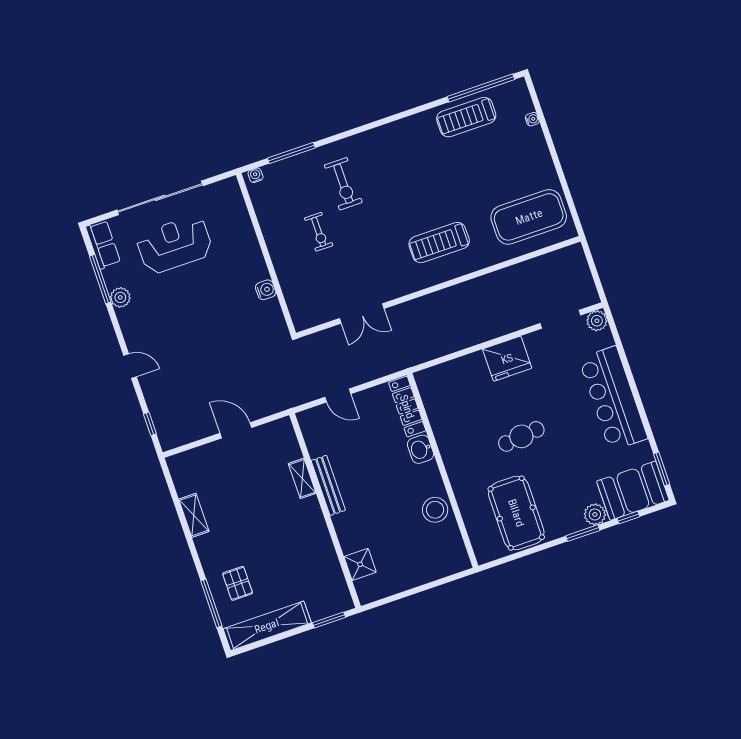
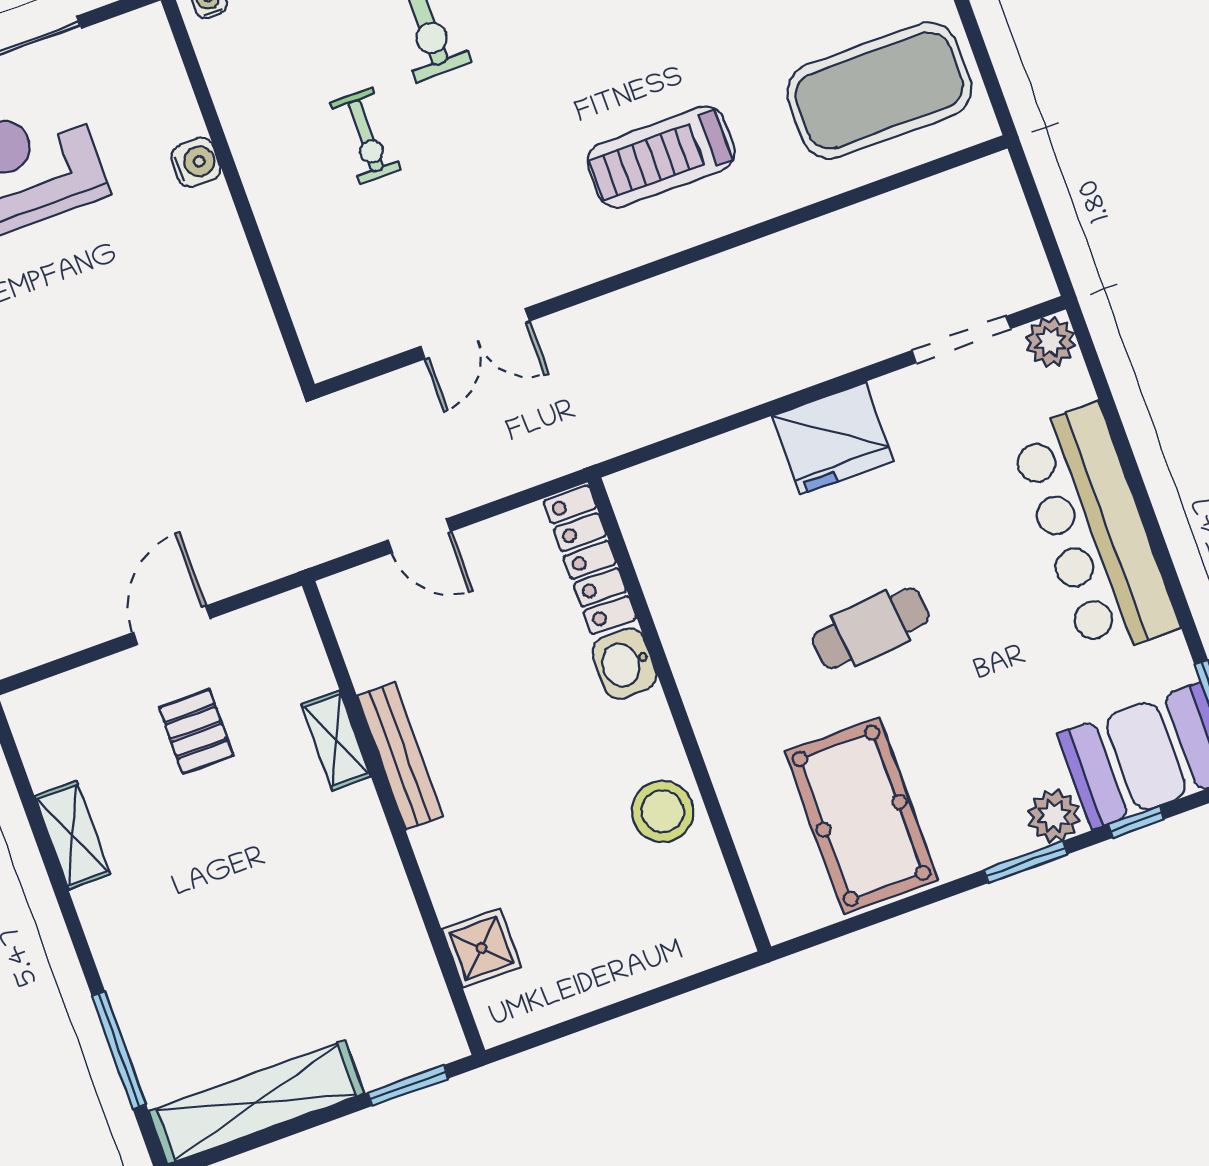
water cooler: (266, 290) -> (196, 163), moved
door: (236, 430) -> (172, 625), hinge flipped
pallet: (238, 583) -> (196, 731), moved

